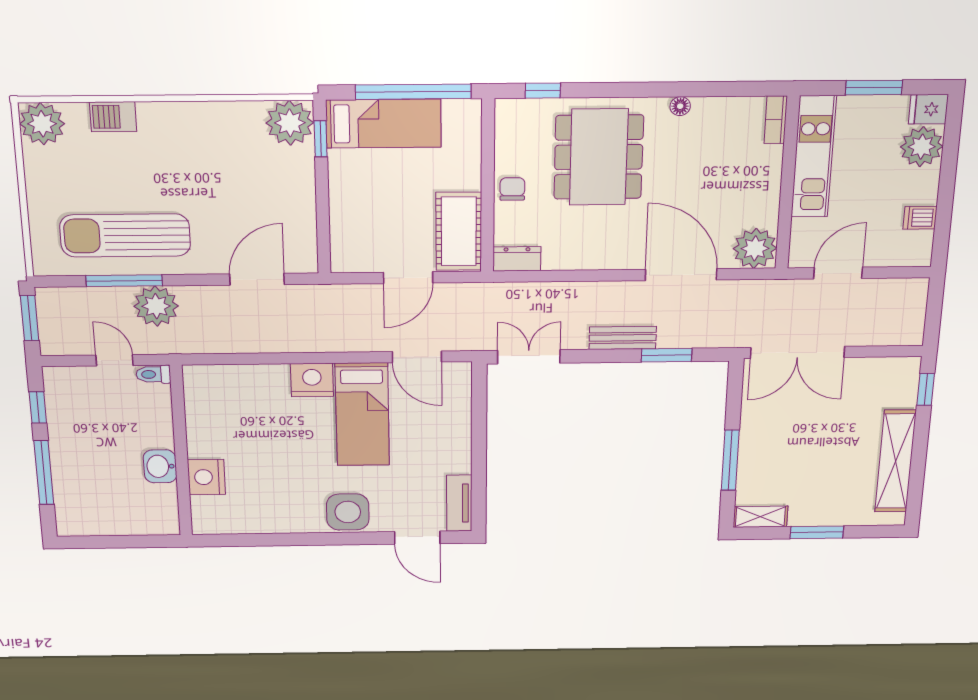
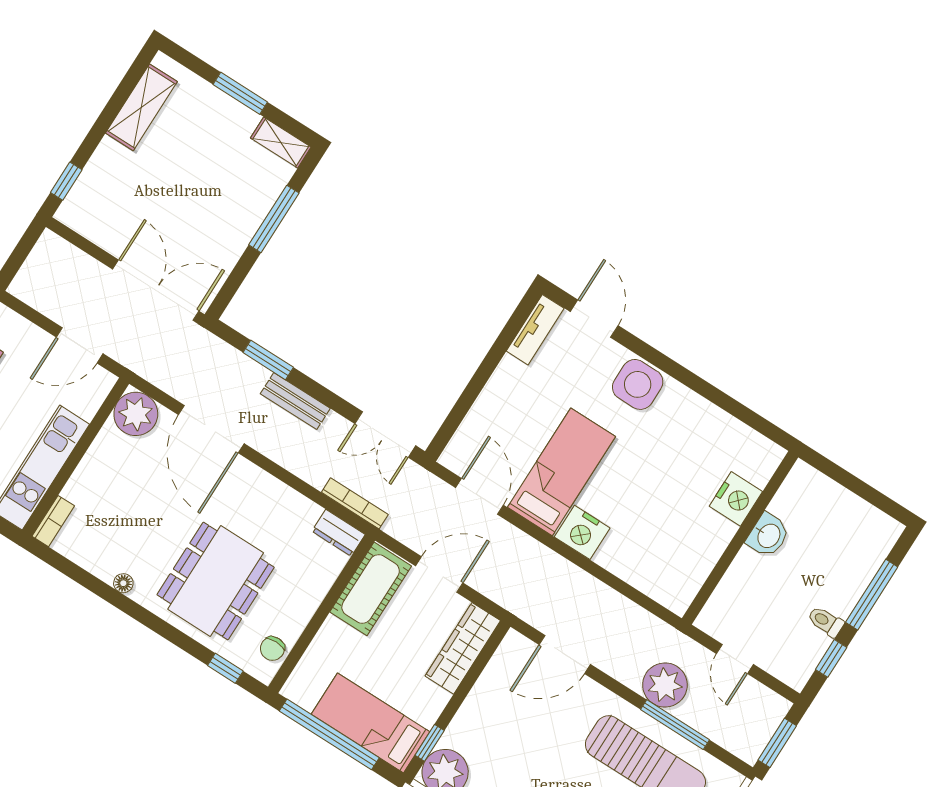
chair: (512, 189) -> (272, 649), moved
wardrobe: (347, 232) -> (463, 648), added
bookcase: (519, 290) -> (355, 503), added
toilet: (153, 374) -> (826, 622), moved, turned 180
shelving: (896, 461) -> (141, 107), width x0.68

